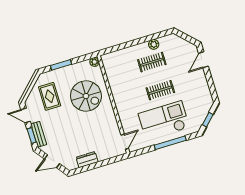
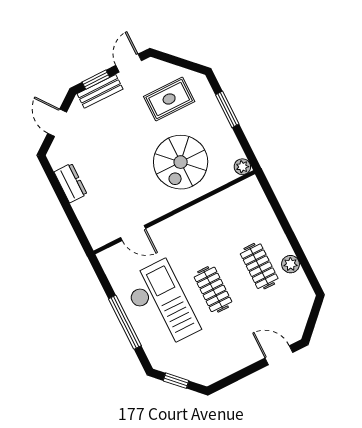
door: (125, 142) -> (133, 233), moved

